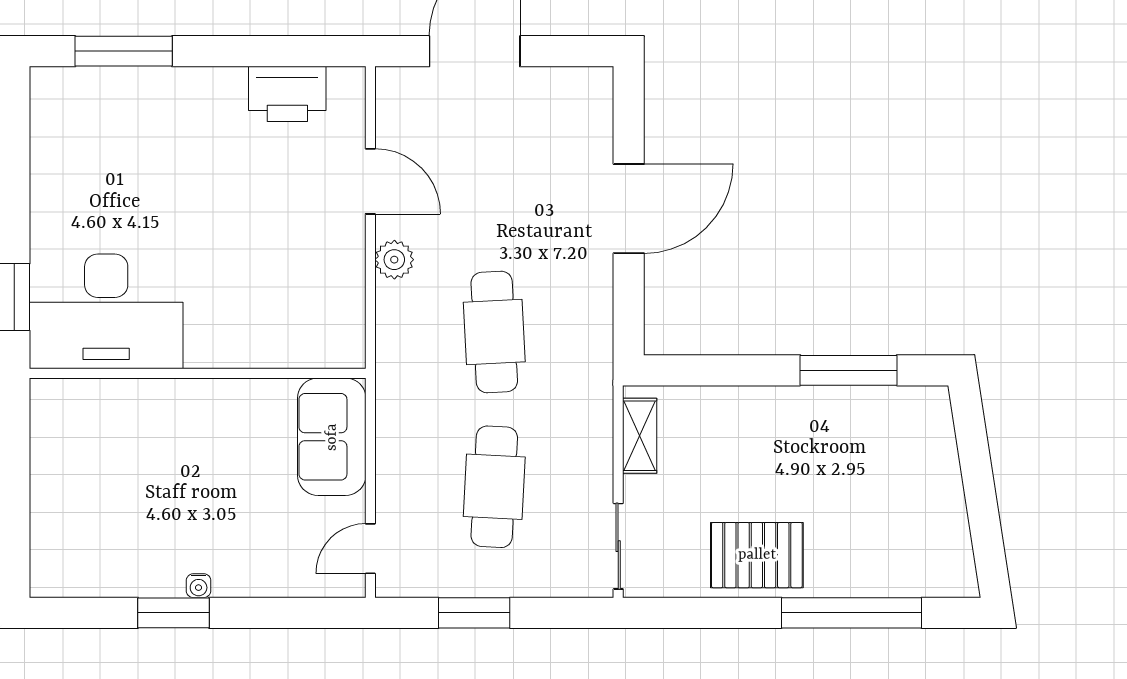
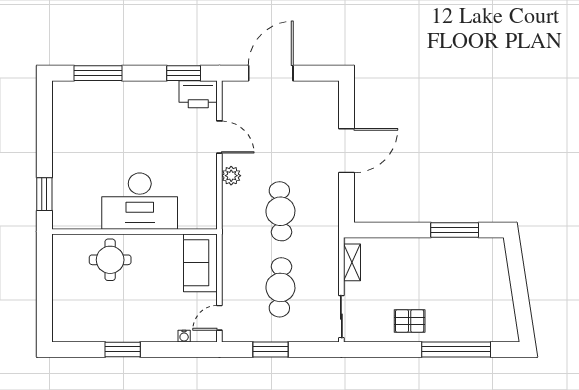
window: (297, 51) -> (184, 73), added
printer: (287, 94) -> (198, 94), moved
desk: (106, 311) -> (140, 201), moved
round table: (148, 431) -> (110, 260), added
pallet: (757, 555) -> (410, 321), width x0.67, depth x0.71
water cooler: (199, 586) -> (184, 336), moved

